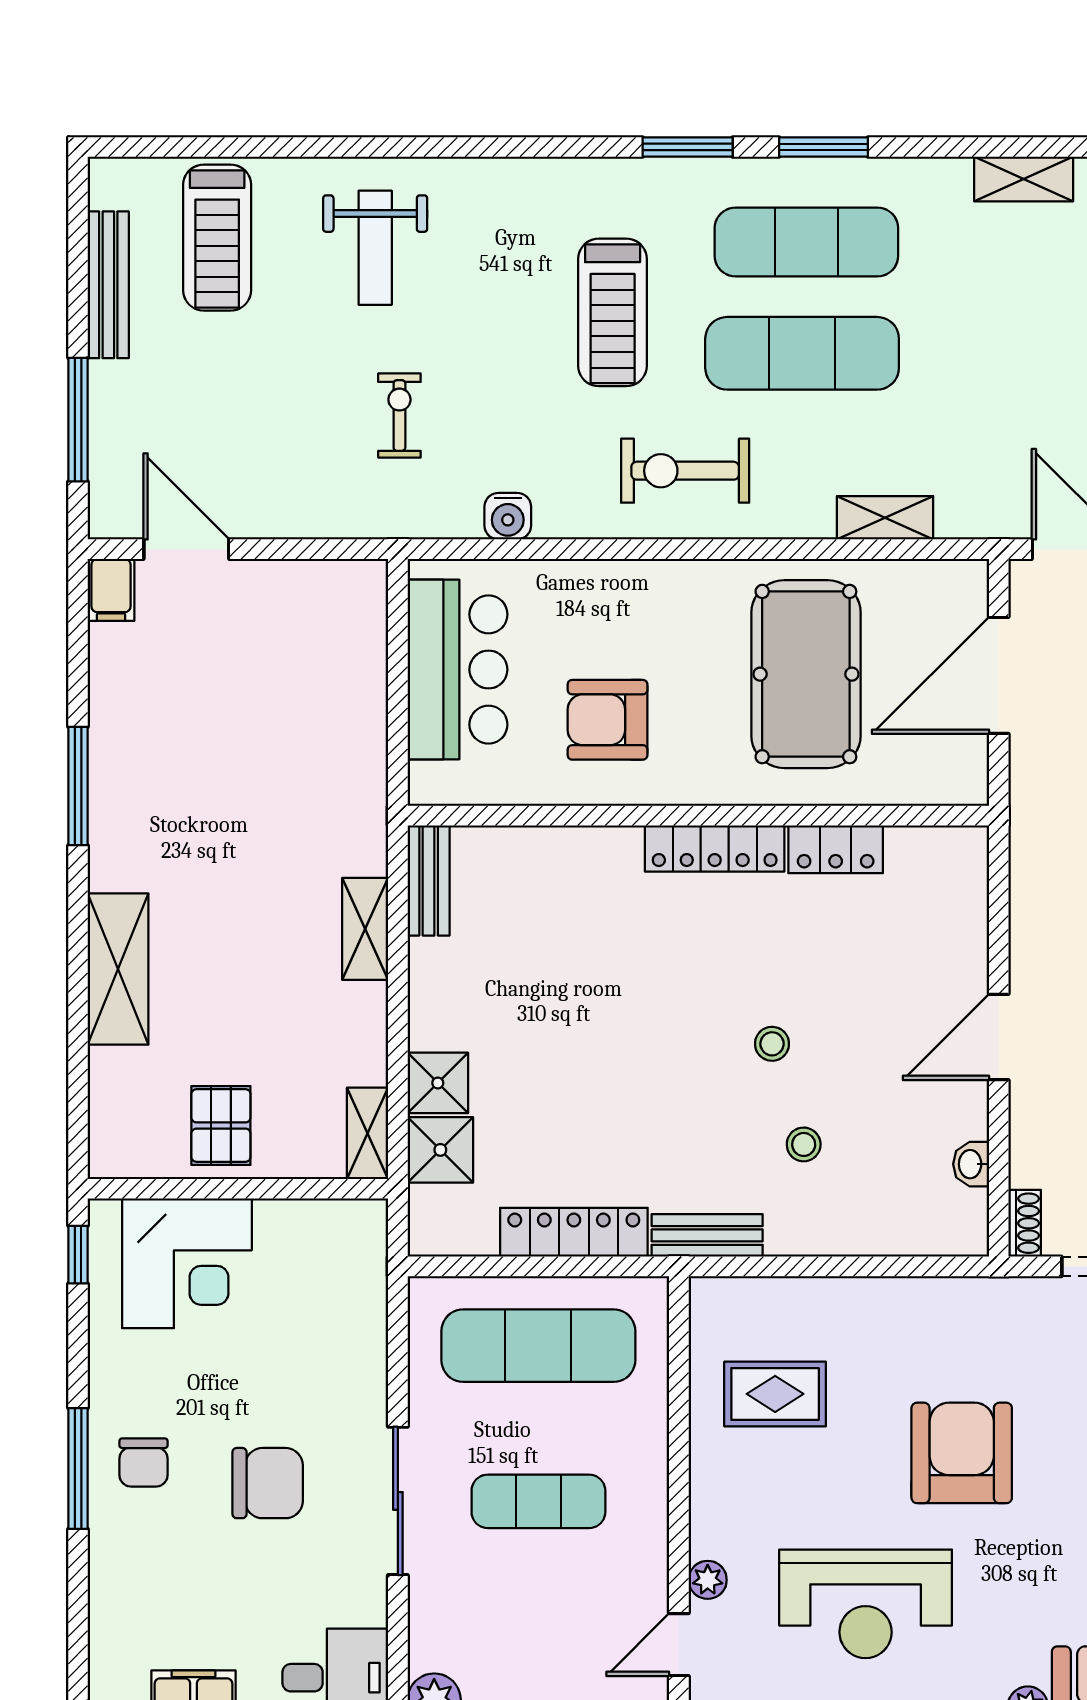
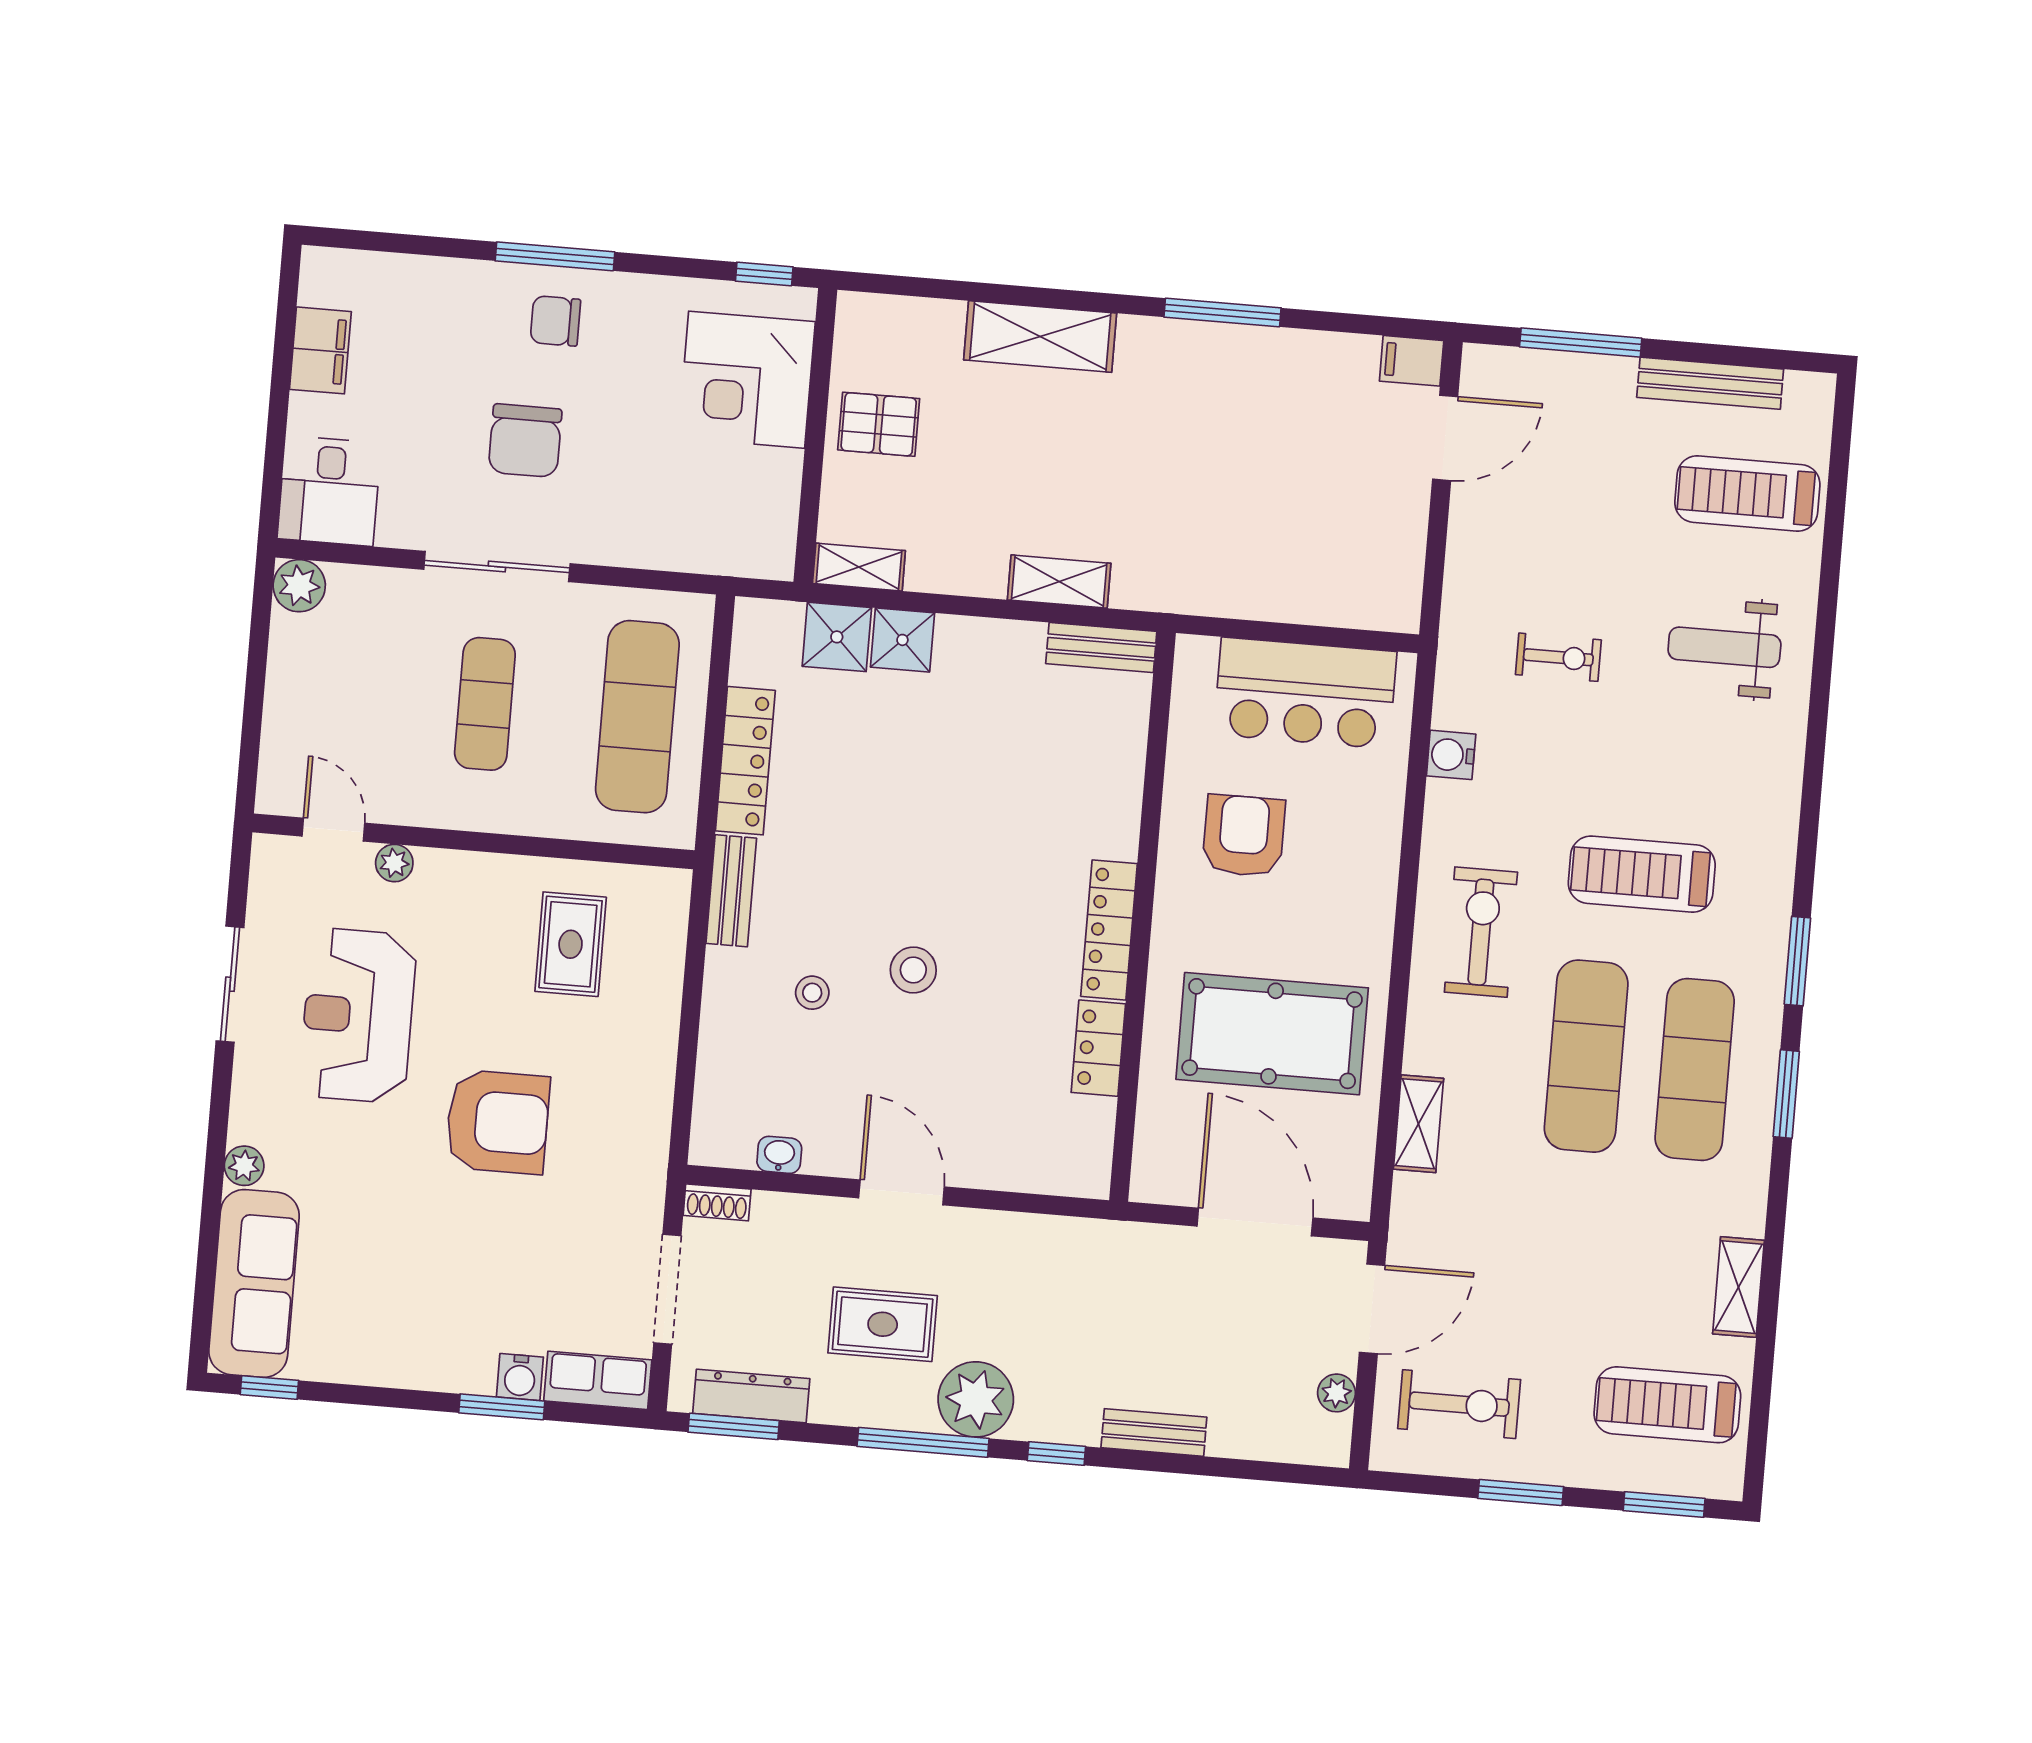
stool: (772, 1044) -> (913, 970), width x1.37, depth x1.37

